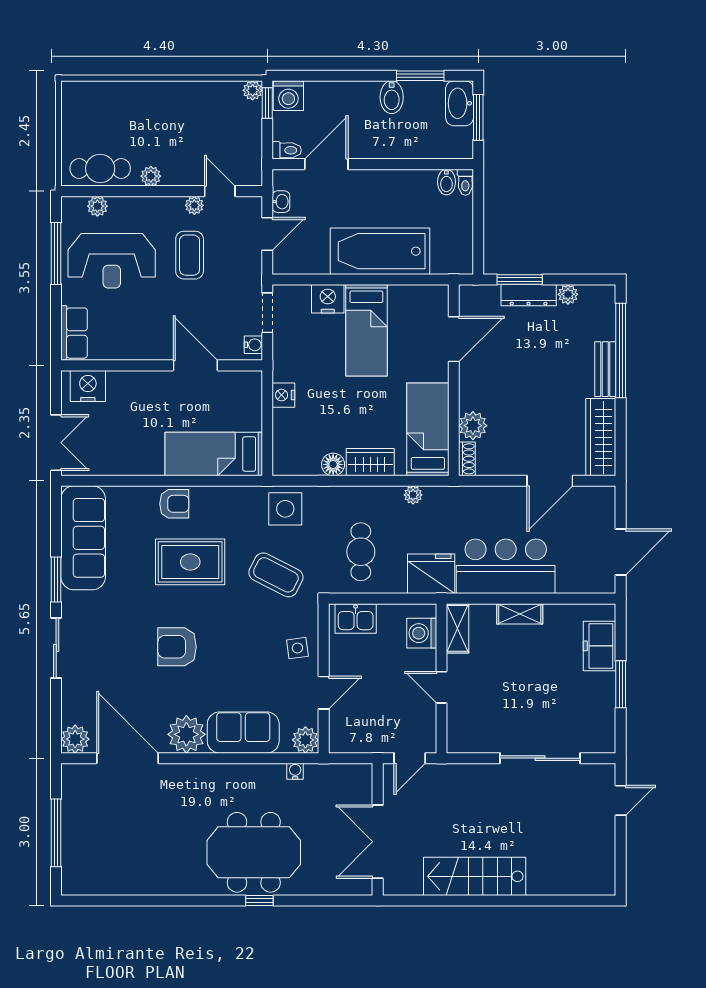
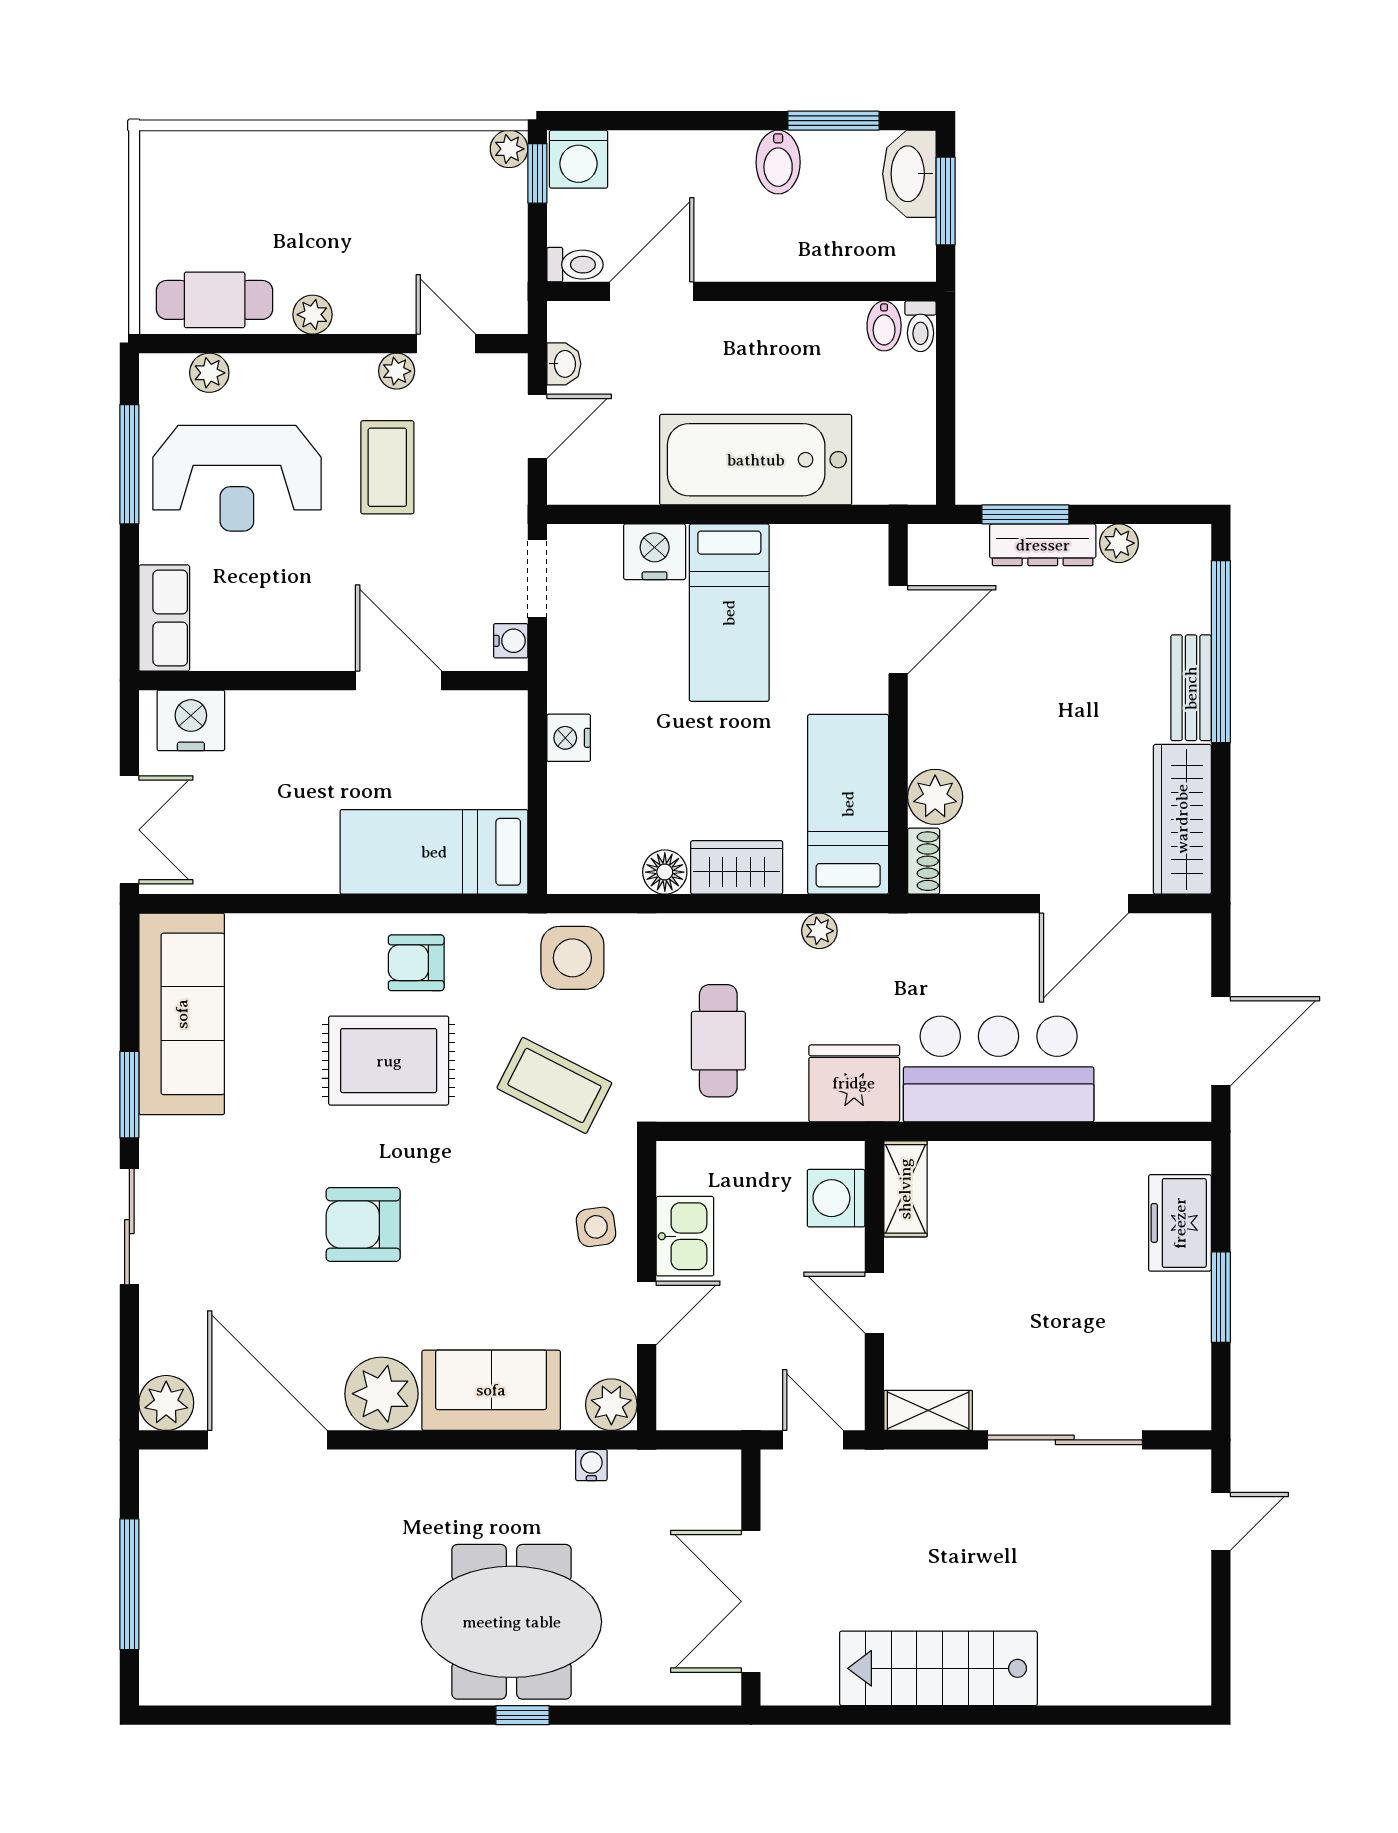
armchair: (174, 504) -> (416, 963), moved, turned 180
shelving: (520, 614) -> (928, 1410), moved
kitchen sink: (356, 618) -> (685, 1236), moved, turned -90
door: (410, 758) -> (813, 1440), swing flipped

